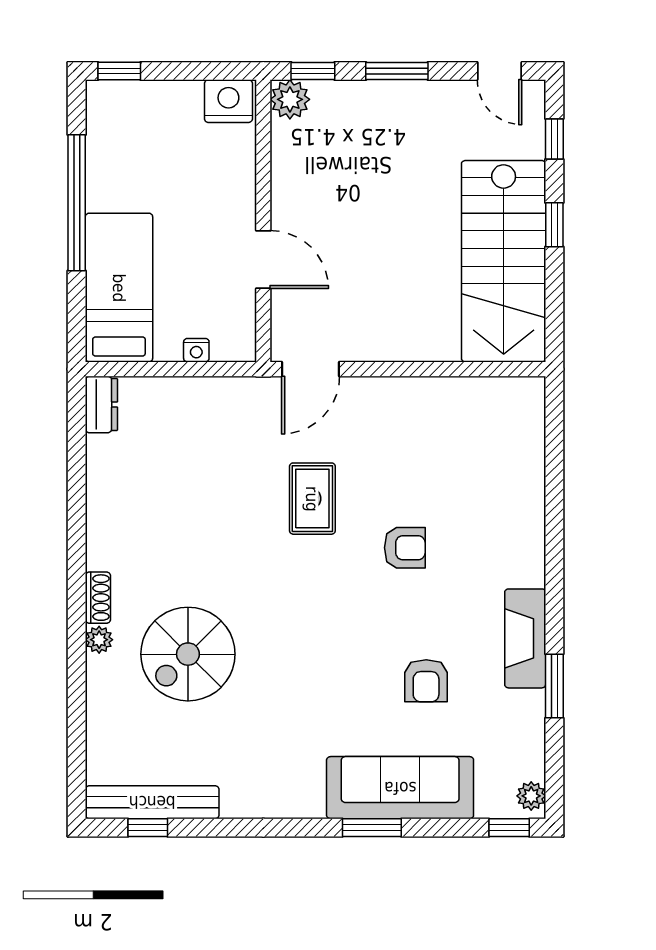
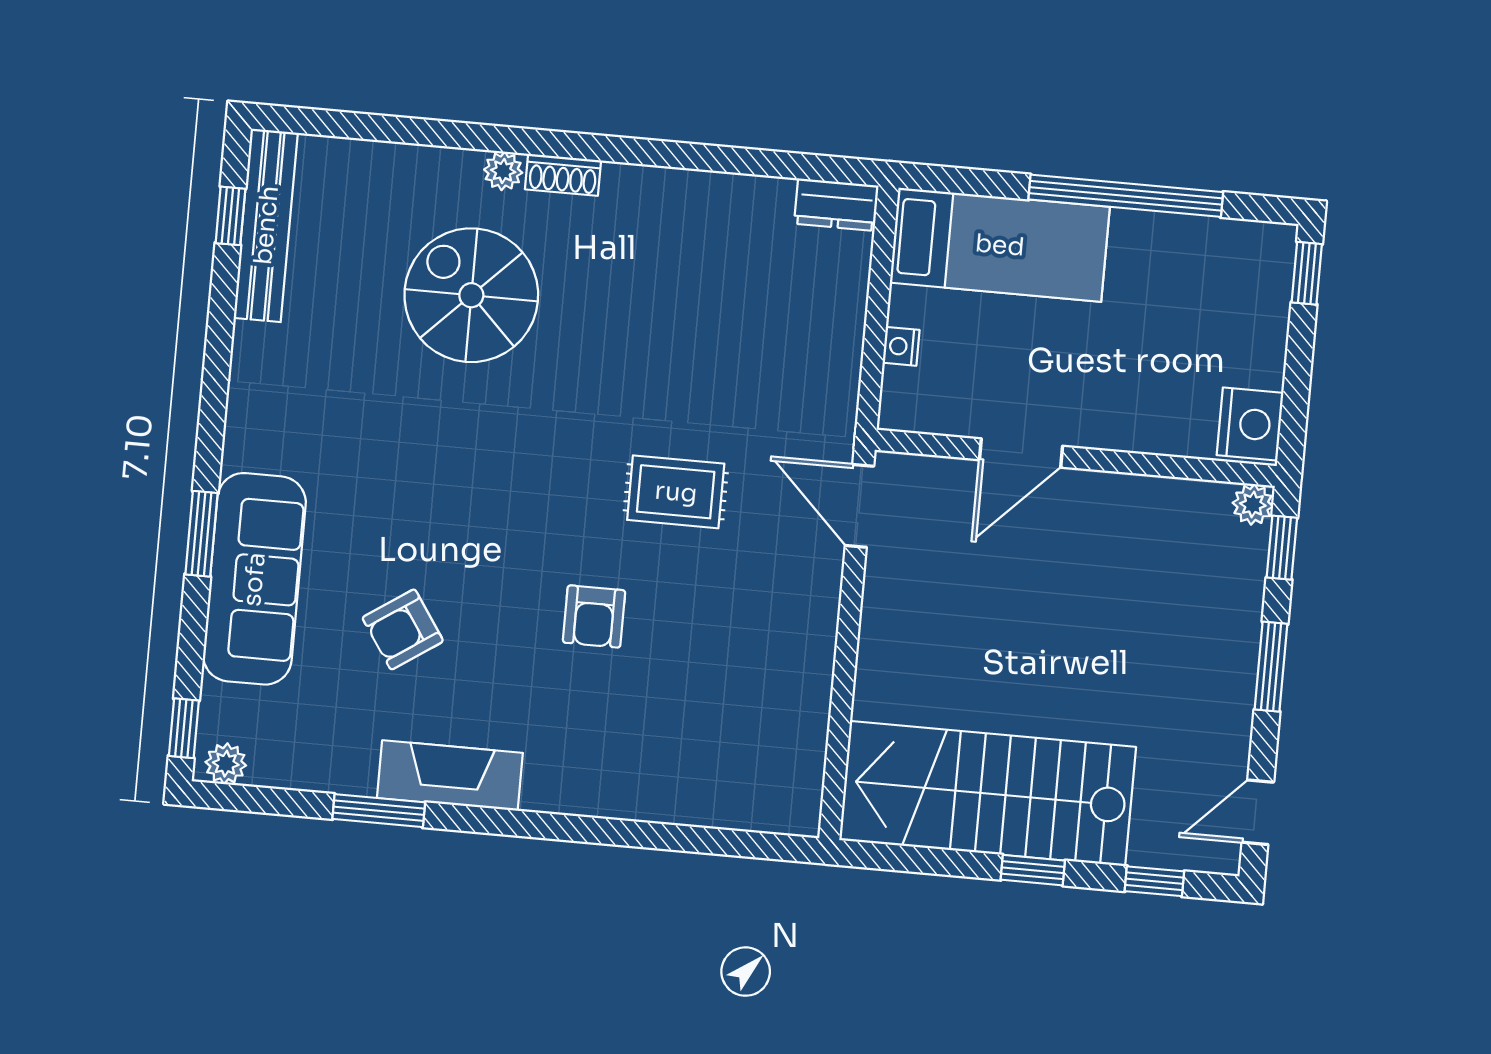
plant: (290, 99) -> (1253, 504), width x0.73, depth x0.73
armchair: (426, 681) -> (403, 629), turned -34

